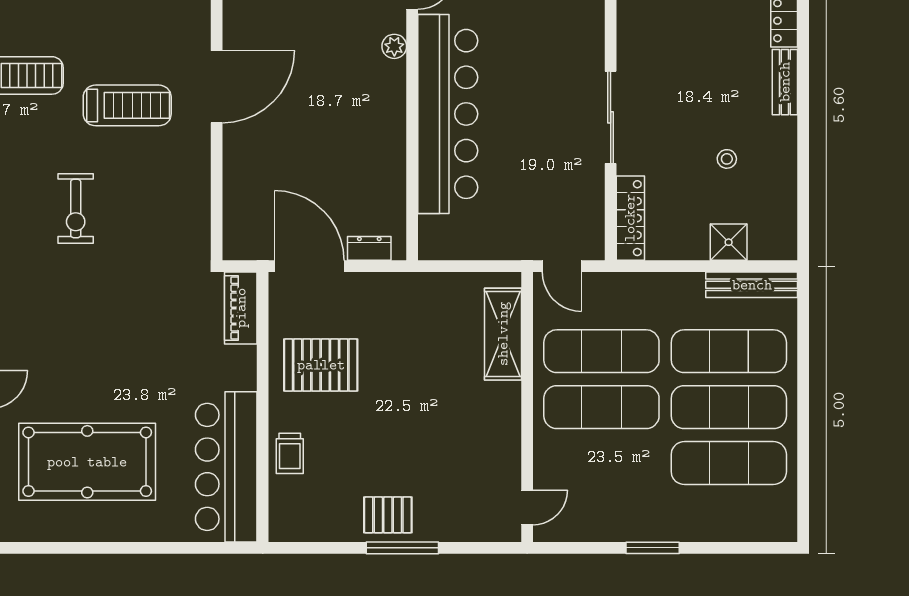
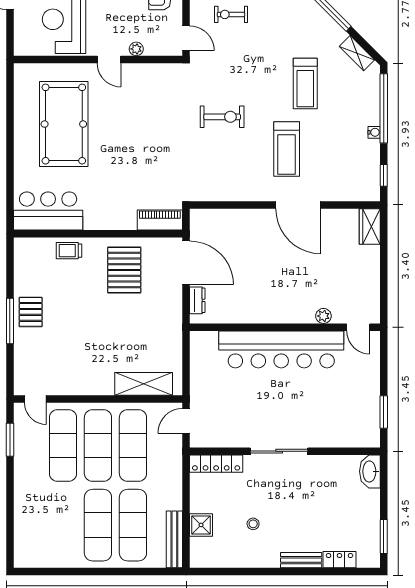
exercise bike: (76, 208) -> (222, 117), turned 180
door: (309, 266) -> (186, 263), hinge flipped
exercise mat: (729, 463) -> (63, 446), moved
bar counter: (226, 467) -> (48, 211), width x0.73
window: (653, 548) -> (10, 440), moved

